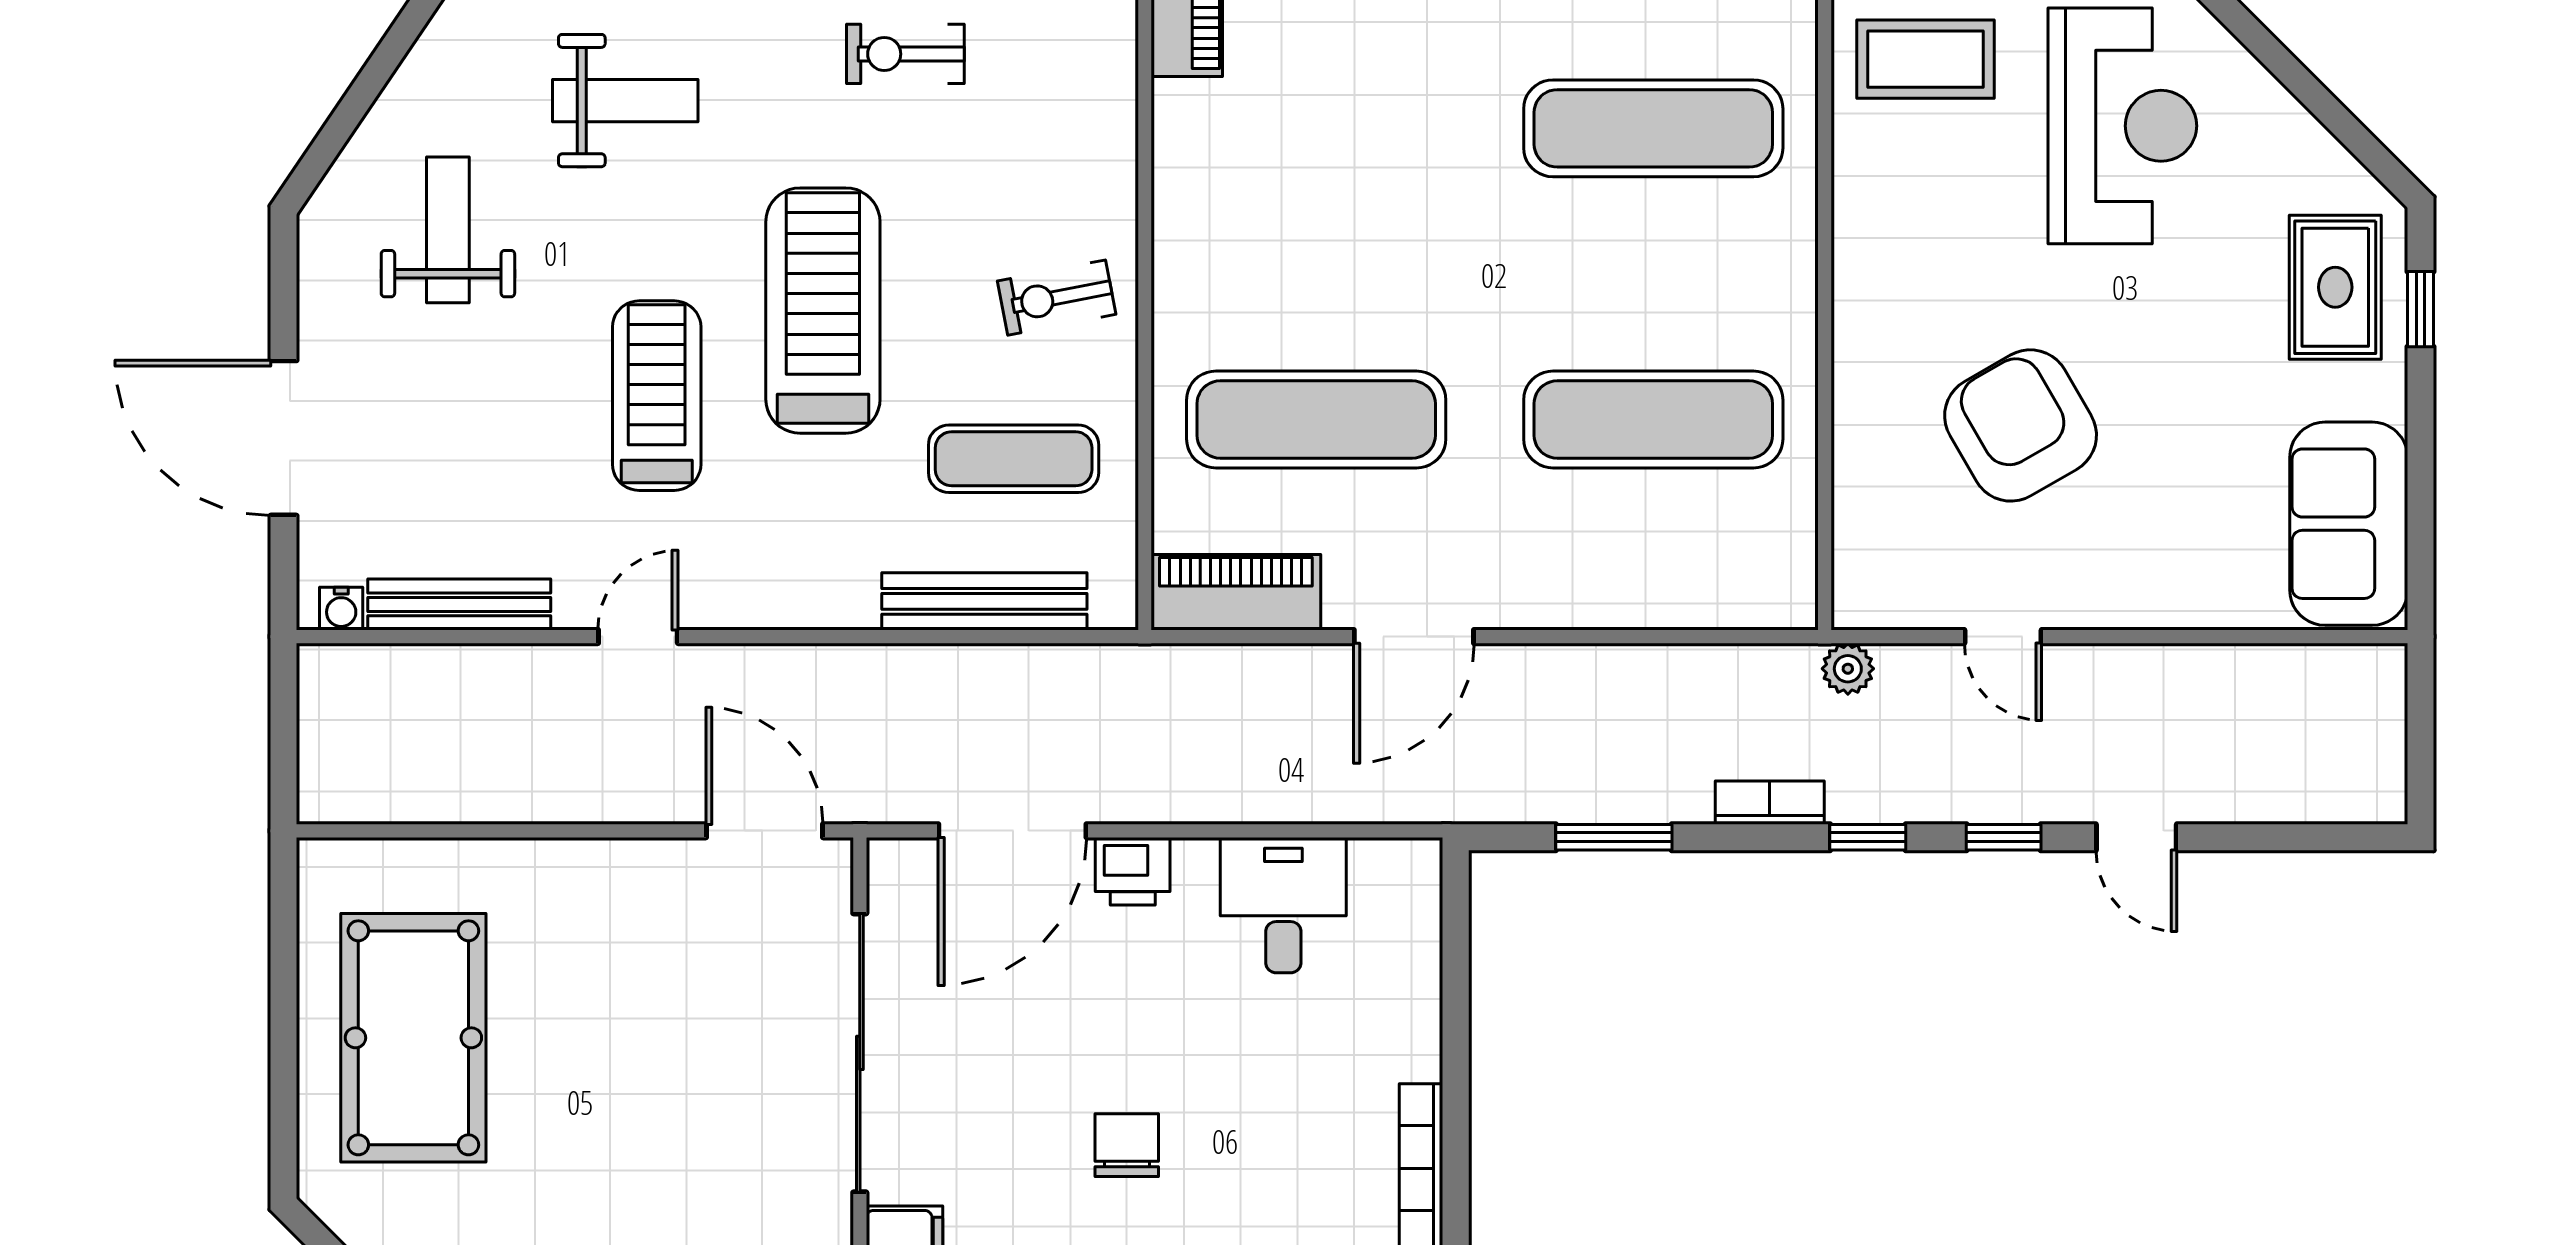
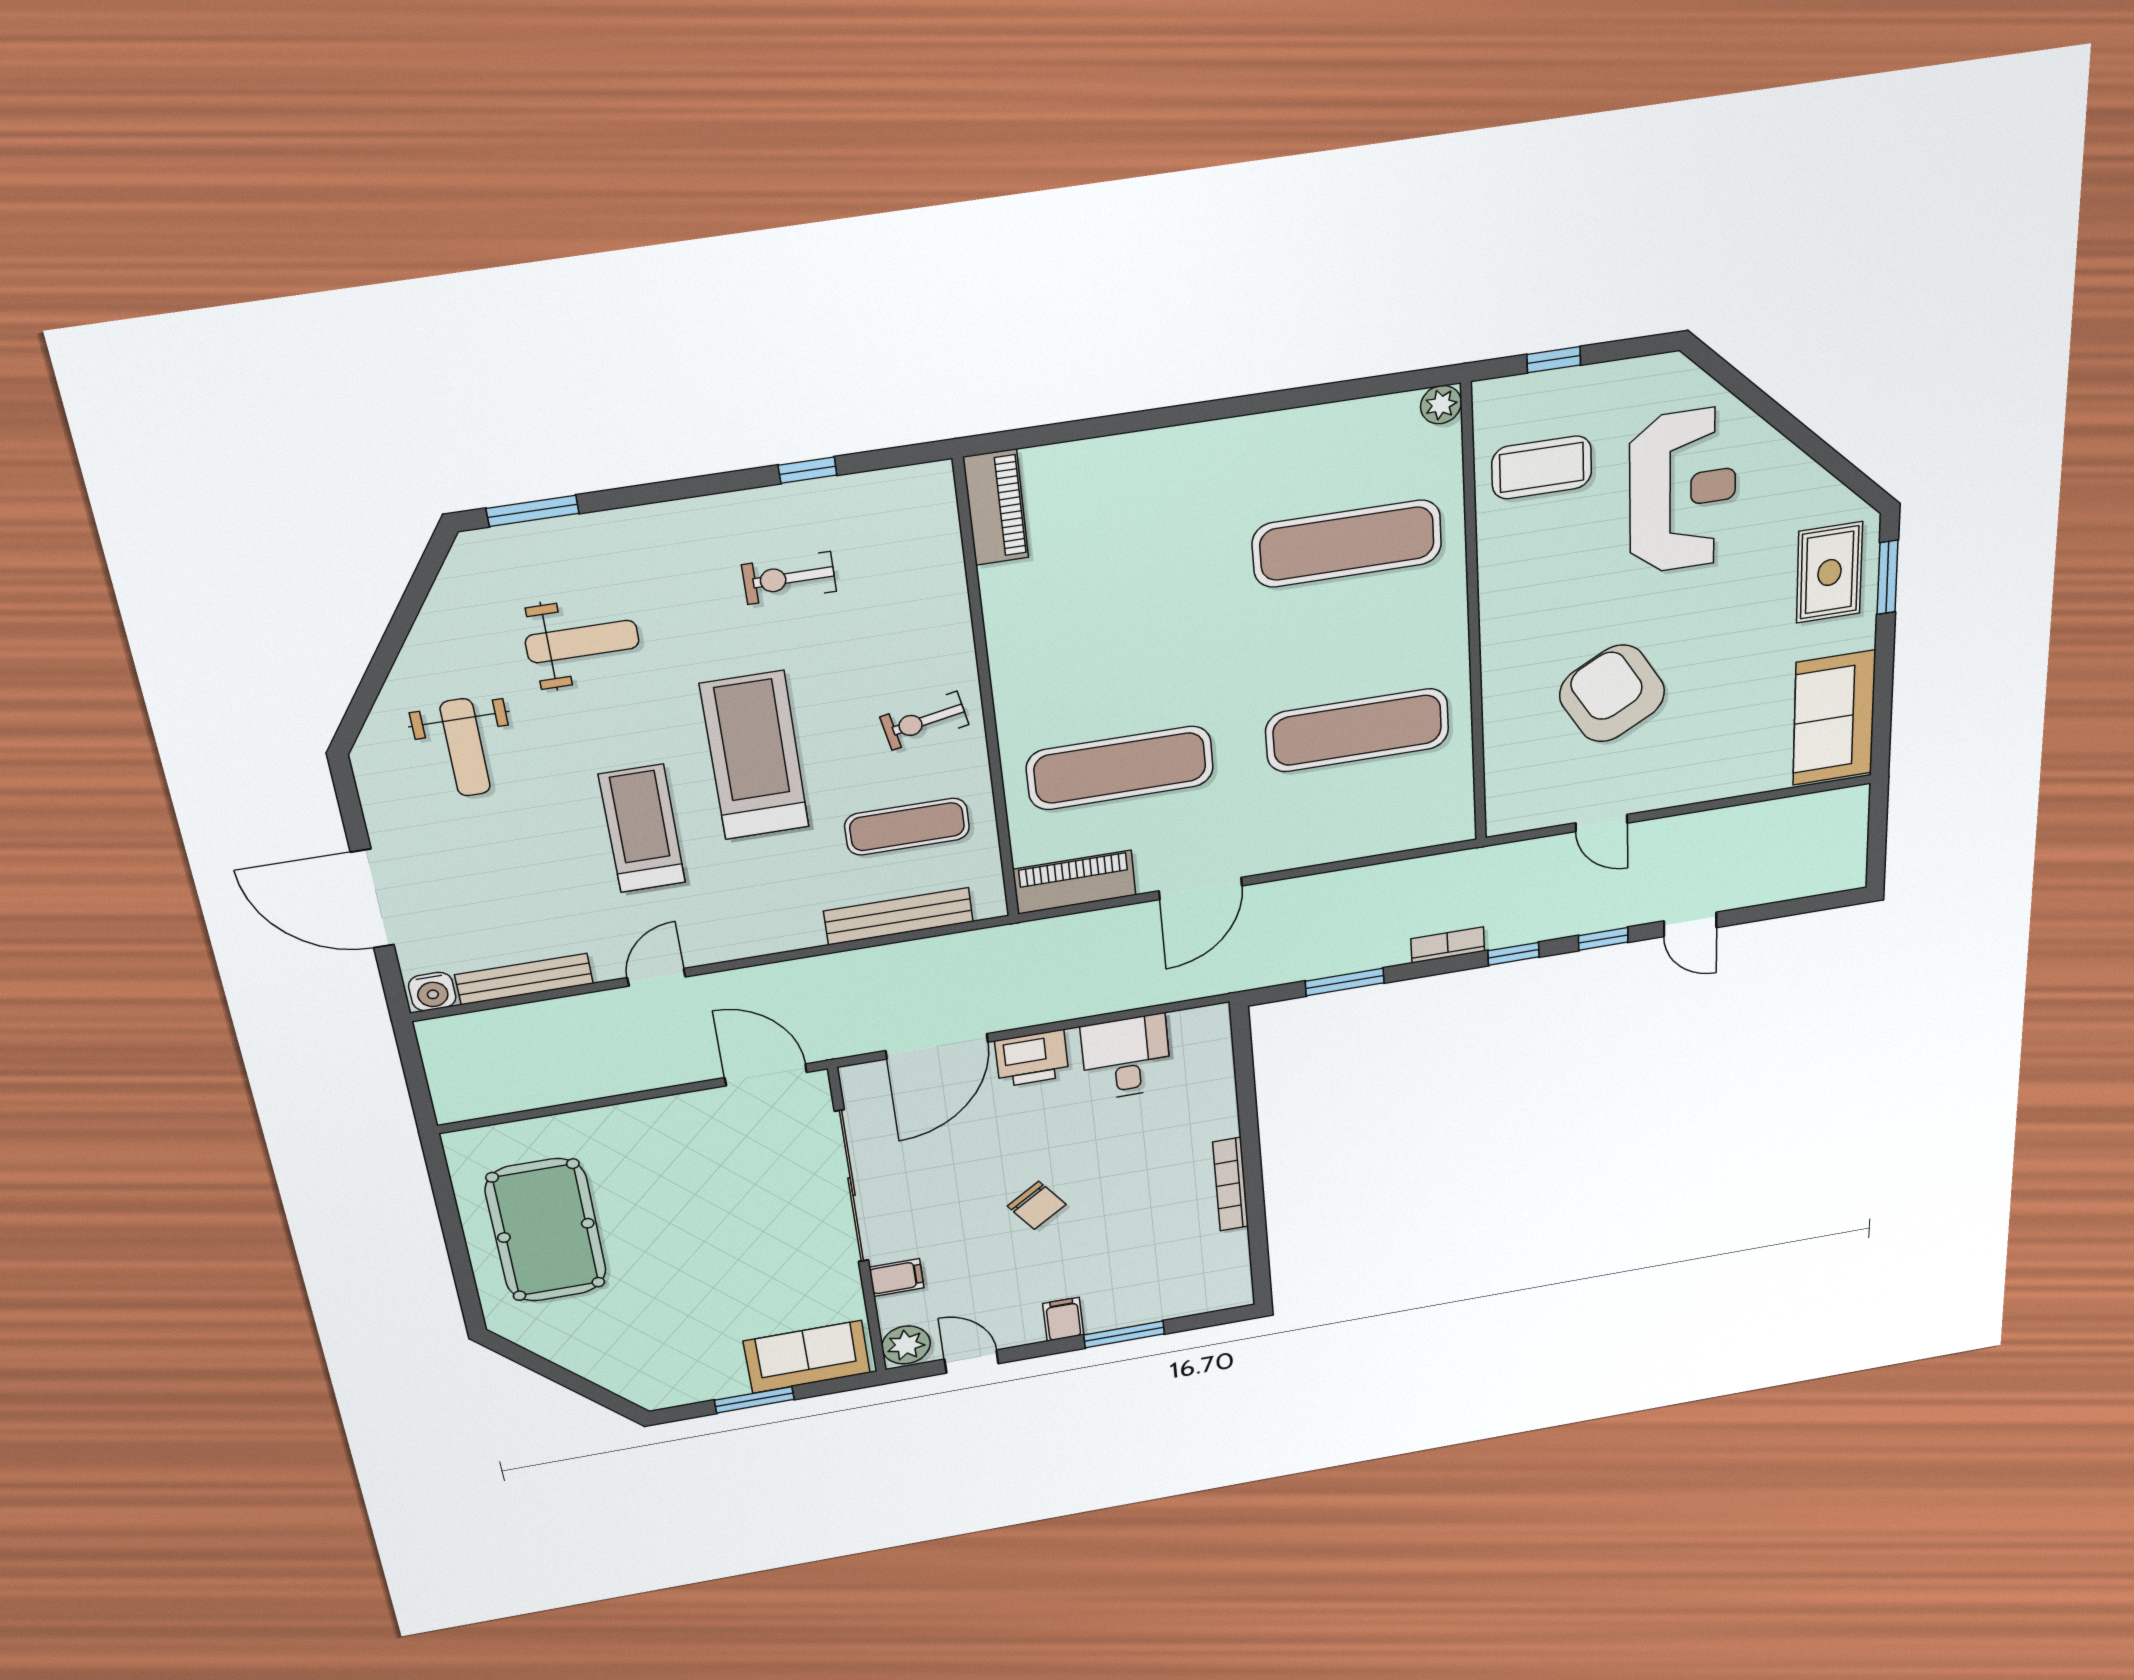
weight bench: (448, 230) -> (465, 748), turned 180
window: (2420, 309) -> (1887, 577), width x1.50
water cooler: (341, 609) -> (432, 992), width x1.38, depth x1.38
plant: (1848, 669) -> (1497, 859), removed
printer: (1133, 871) -> (1032, 1058), width x1.36, depth x1.24
chair: (1127, 1145) -> (1037, 1205), turned 145

